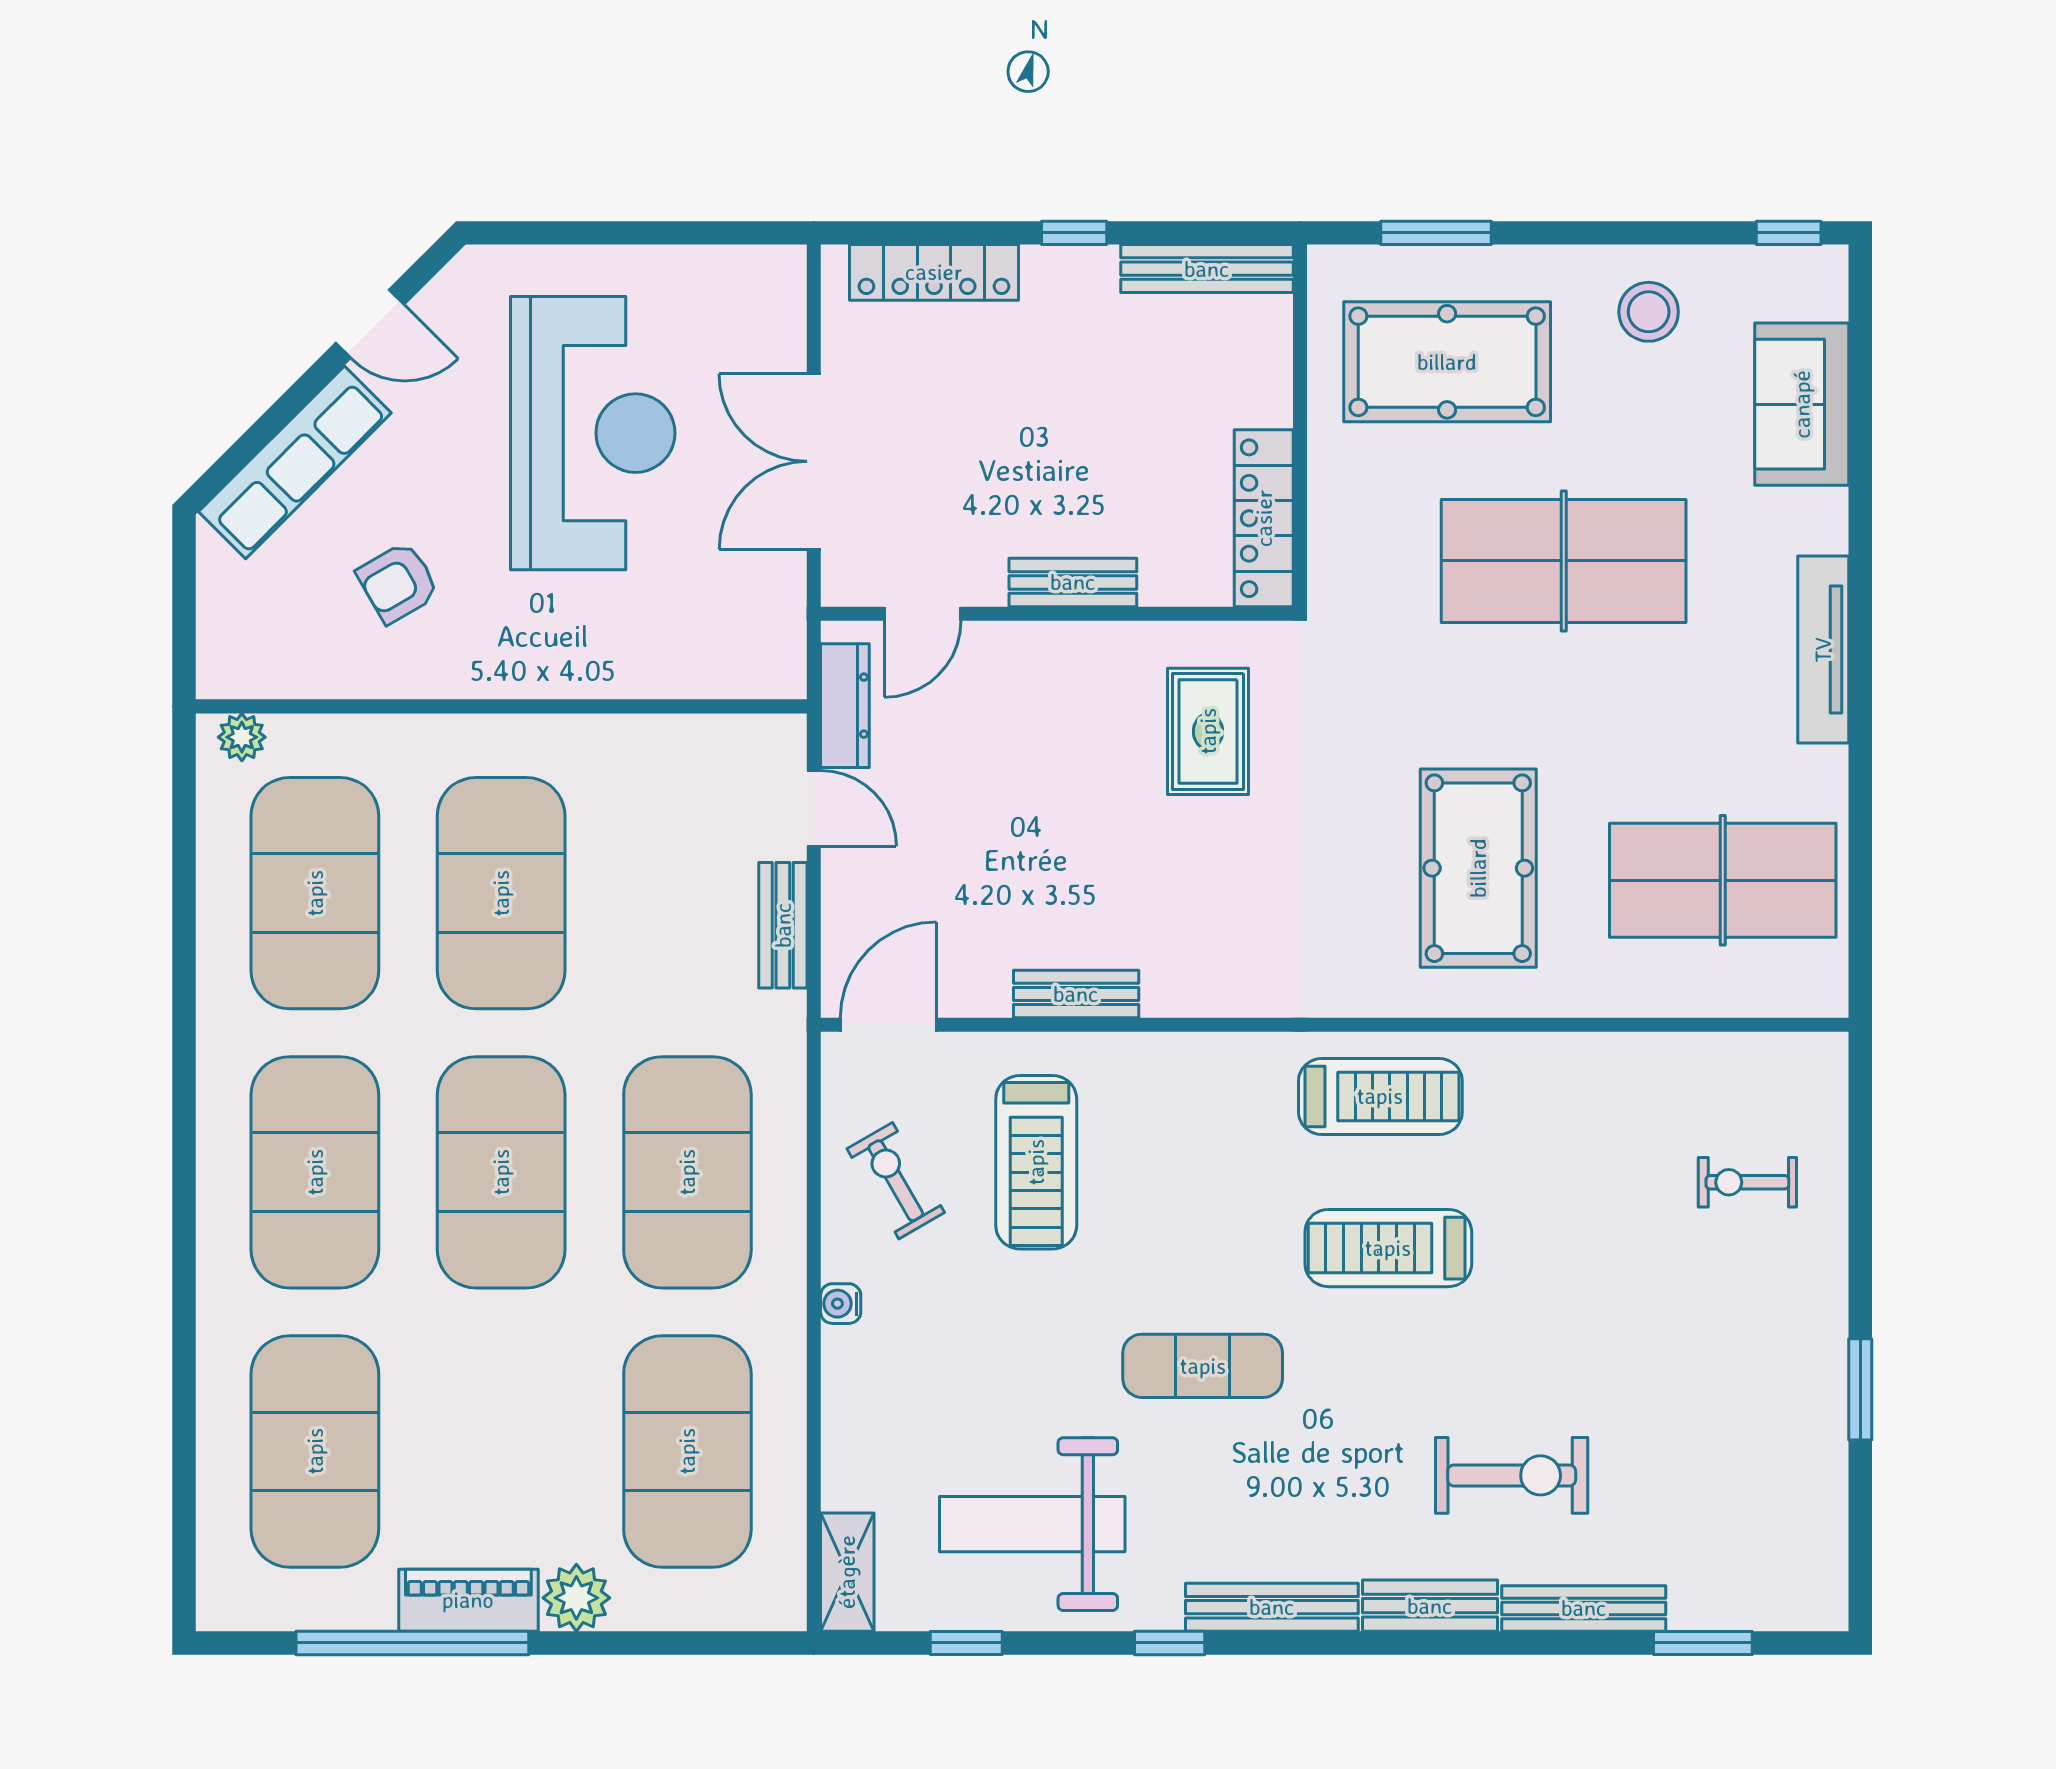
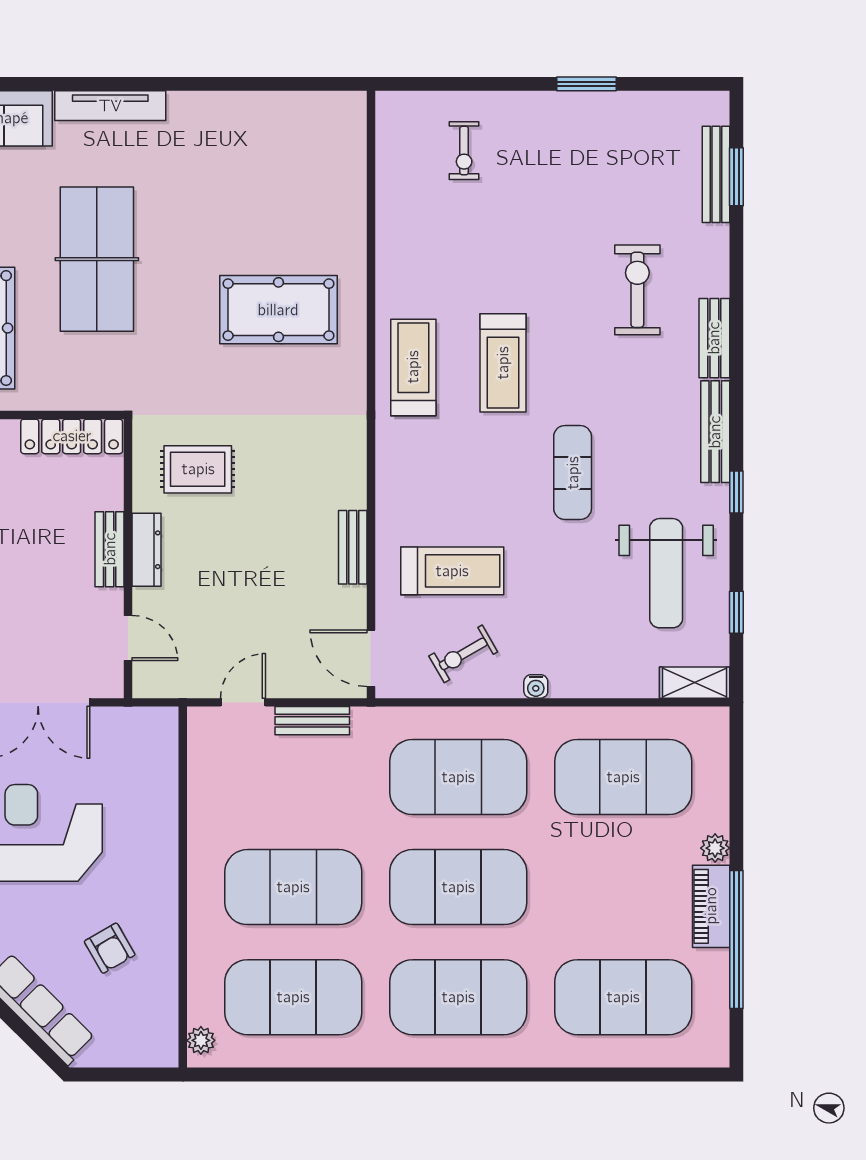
tv unit: (1823, 650) -> (110, 106), moved
dresser: (845, 706) -> (147, 550), moved, turned 90
table tennis table: (1723, 880) -> (286, 165), removed
plant: (576, 1598) -> (715, 848), width x0.73, depth x0.73
bench: (1584, 1608) -> (716, 174), moved

